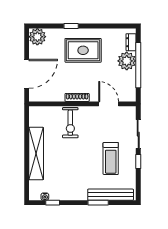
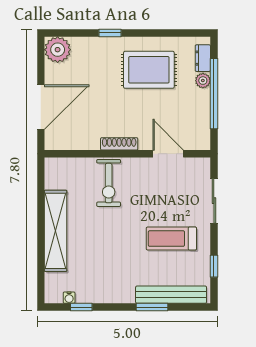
rug: (83, 50) -> (149, 70), moved
plant: (127, 61) -> (203, 81), width x0.53, depth x0.53
treadmill: (111, 158) -> (171, 239), turned 90
window: (138, 162) -> (214, 266), moved

